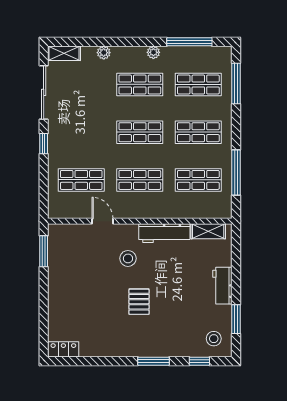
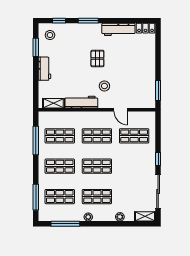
workbench: (106, 347) -> (118, 29), added

